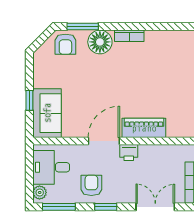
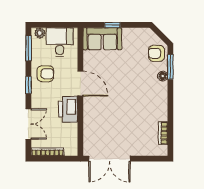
bookcase: (129, 36) -> (163, 133), moved
floor lamp: (100, 42) -> (163, 76), width x0.53, depth x0.53
piano: (144, 128) -> (91, 115), removed
printer: (129, 153) -> (68, 109), width x1.87, depth x1.48

